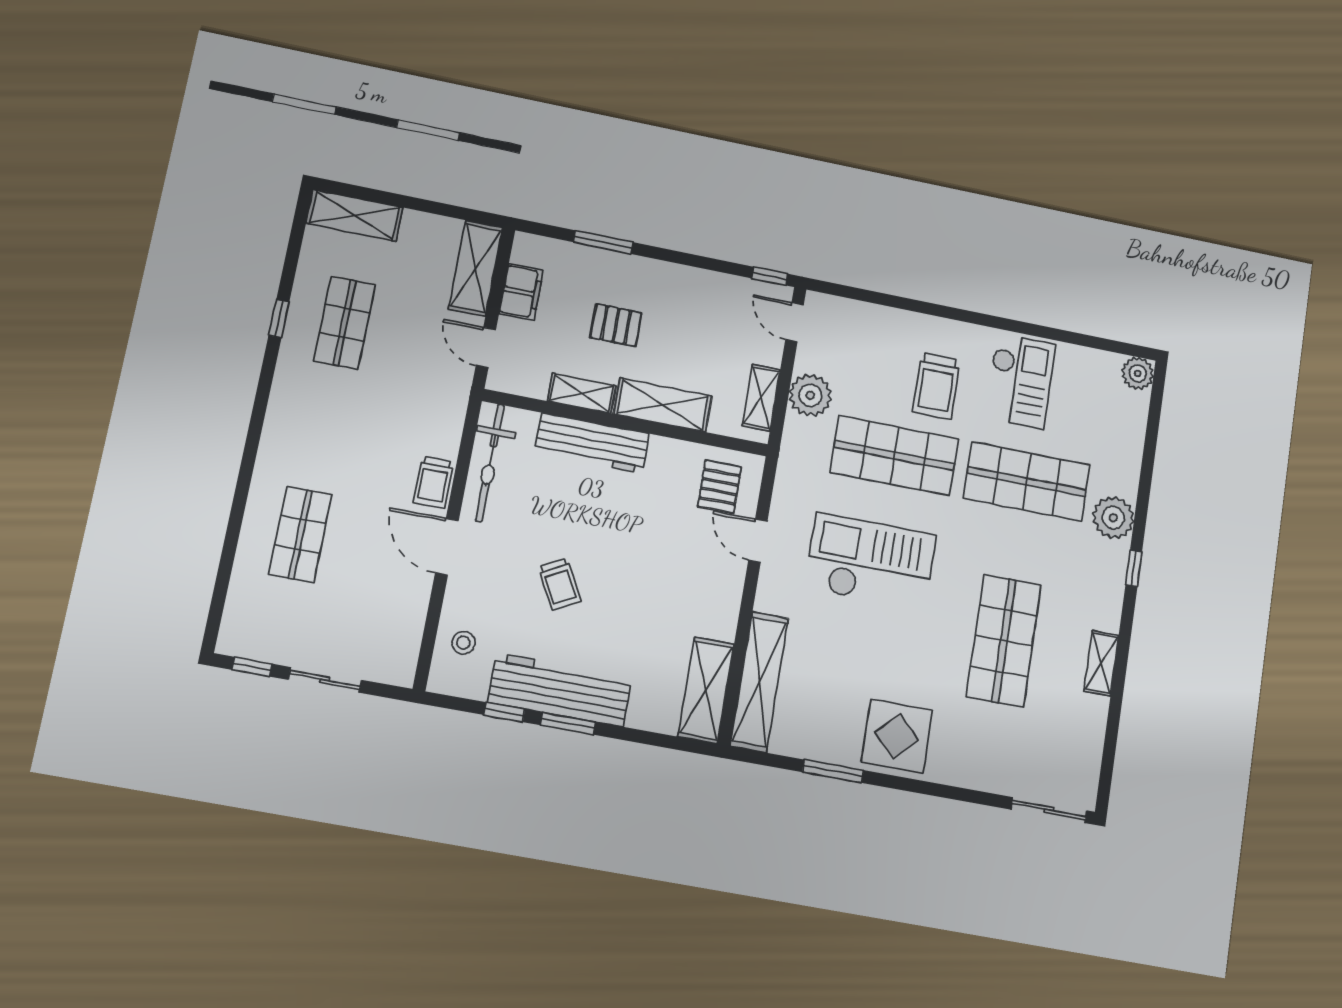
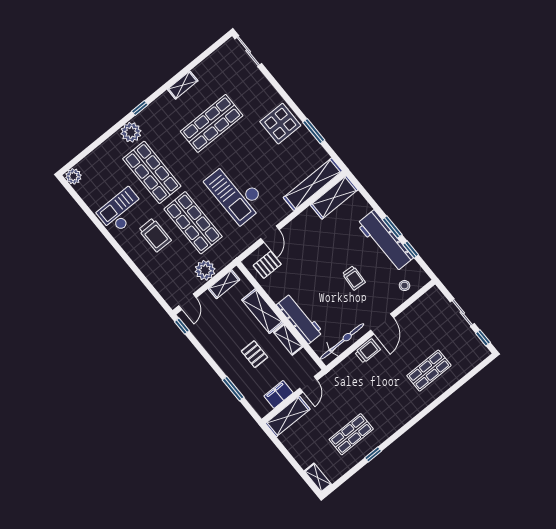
shelving: (355, 215) -> (318, 478), width x0.67, depth x0.75
trolley: (936, 386) -> (155, 235), turned 90
trolley: (560, 584) -> (354, 278), turned 122

